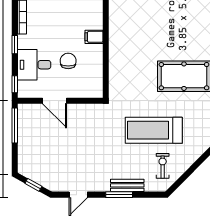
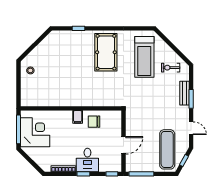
chair: (68, 61) -> (94, 122), moved
desk: (34, 65) -> (87, 160), moved
treadmill: (154, 130) -> (144, 57), moved
exercise mat: (49, 161) -> (167, 149), added

